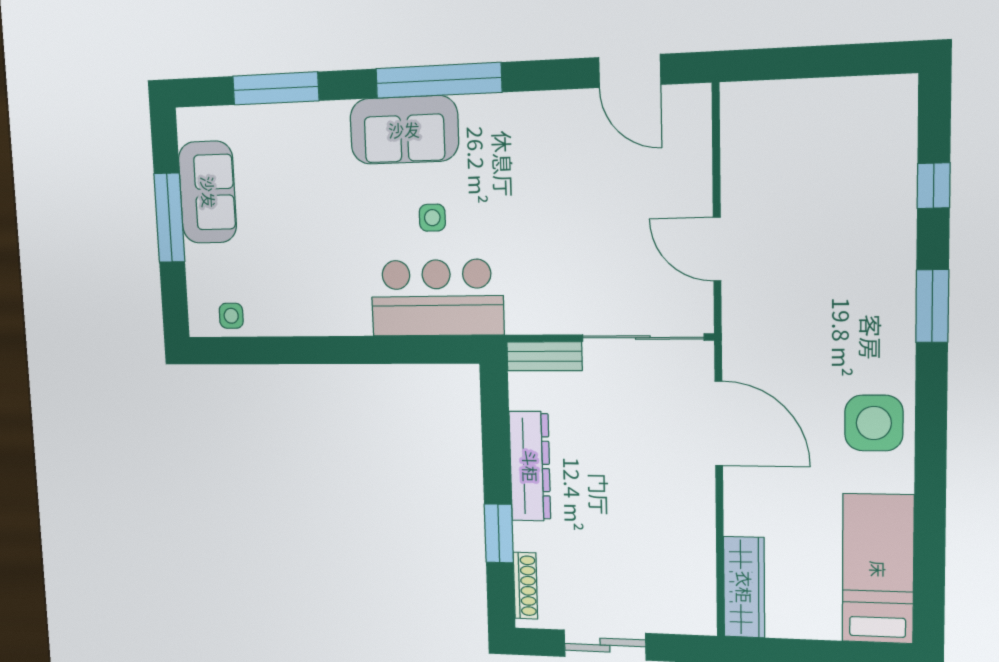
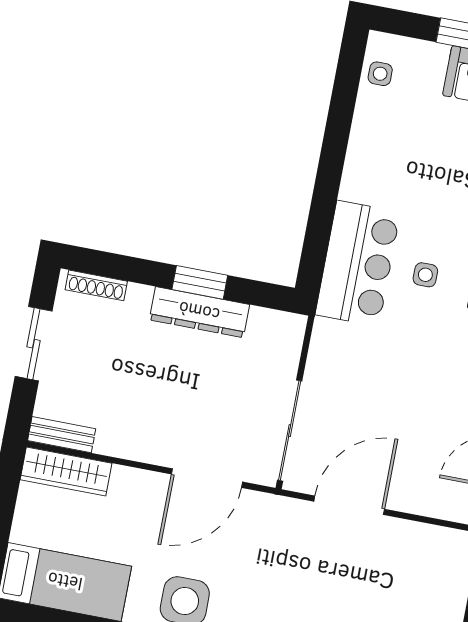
door: (717, 249) -> (349, 505), width x1.36
bench: (544, 356) -> (62, 435), moved, turned 90
window: (499, 533) -> (200, 282), moved

